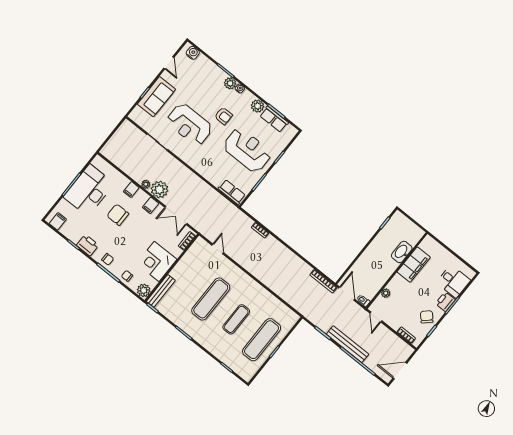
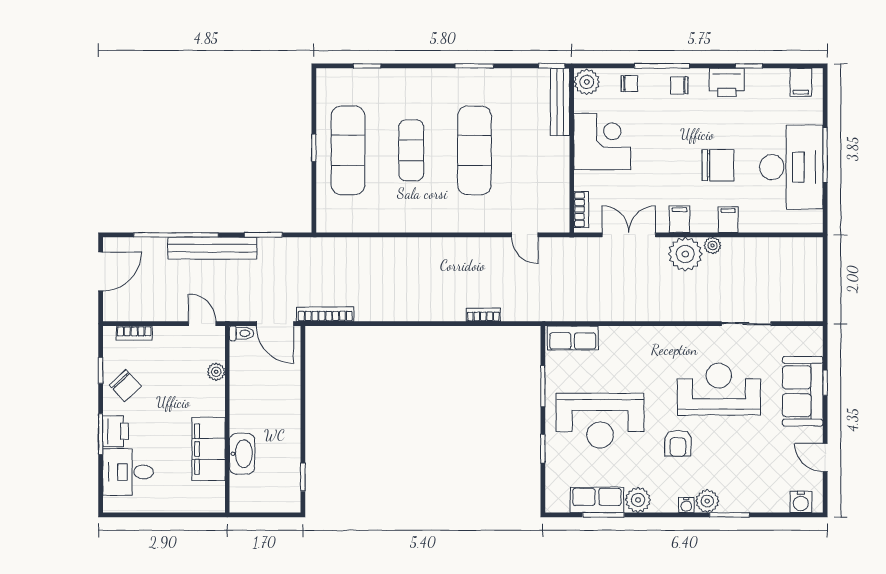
armchair: (223, 116) -> (678, 443), turned -90

